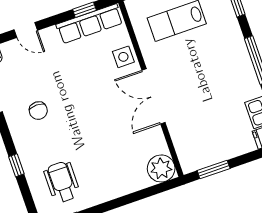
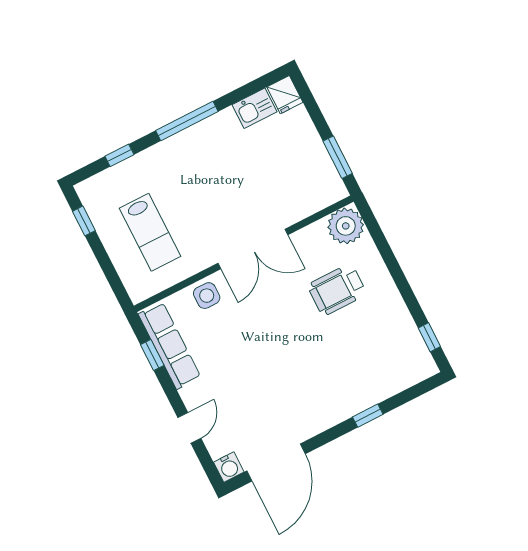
chair: (38, 111) -> (292, 397), removed
wheelchair: (62, 182) -> (337, 290), moved

